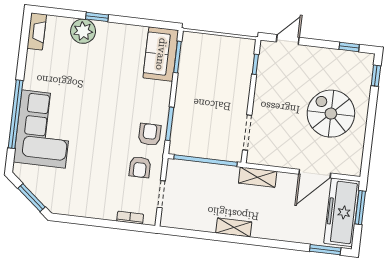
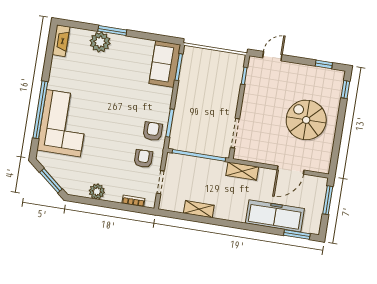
window: (97, 17) -> (112, 31), width x1.50
armchair: (140, 167) -> (143, 159), turned 180
plant: (86, 208) -> (97, 191), added
freezer: (342, 212) -> (275, 216), moved, turned 90
shelving: (234, 227) -> (199, 209), moved

